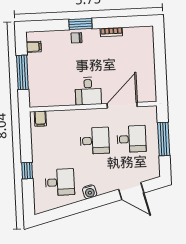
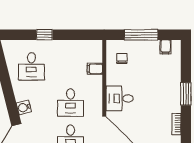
chair: (76, 38) -> (122, 59), moved
filing cabinet: (40, 119) -> (95, 69), moved
water cooler: (90, 192) -> (24, 107), moved

